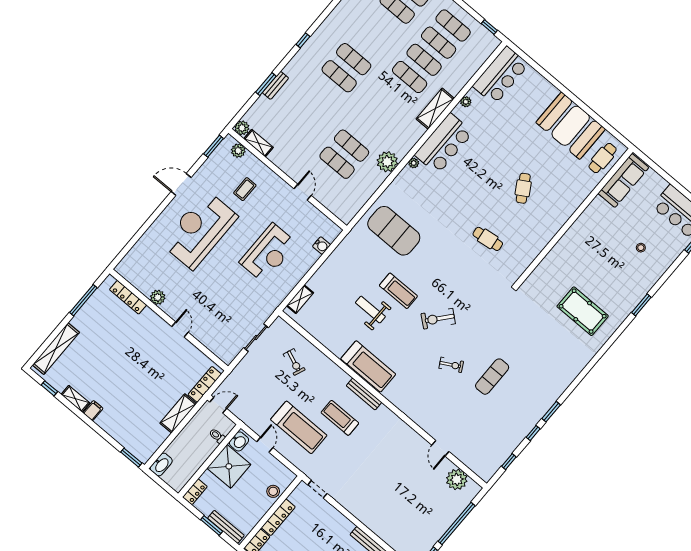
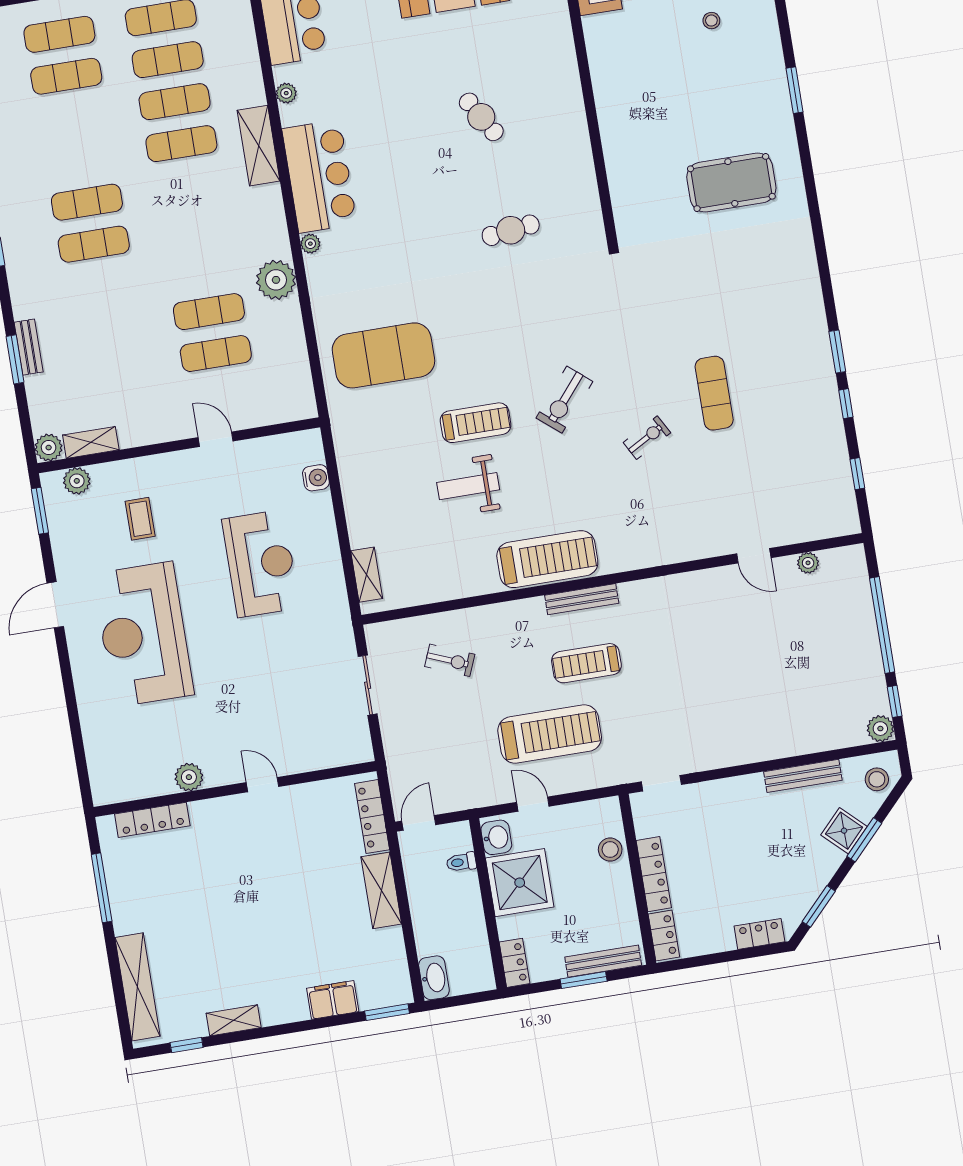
filing cabinet: (93, 411) -> (333, 1000), moved, width x2.00
plant: (457, 479) -> (808, 563), width x0.53, depth x0.53

